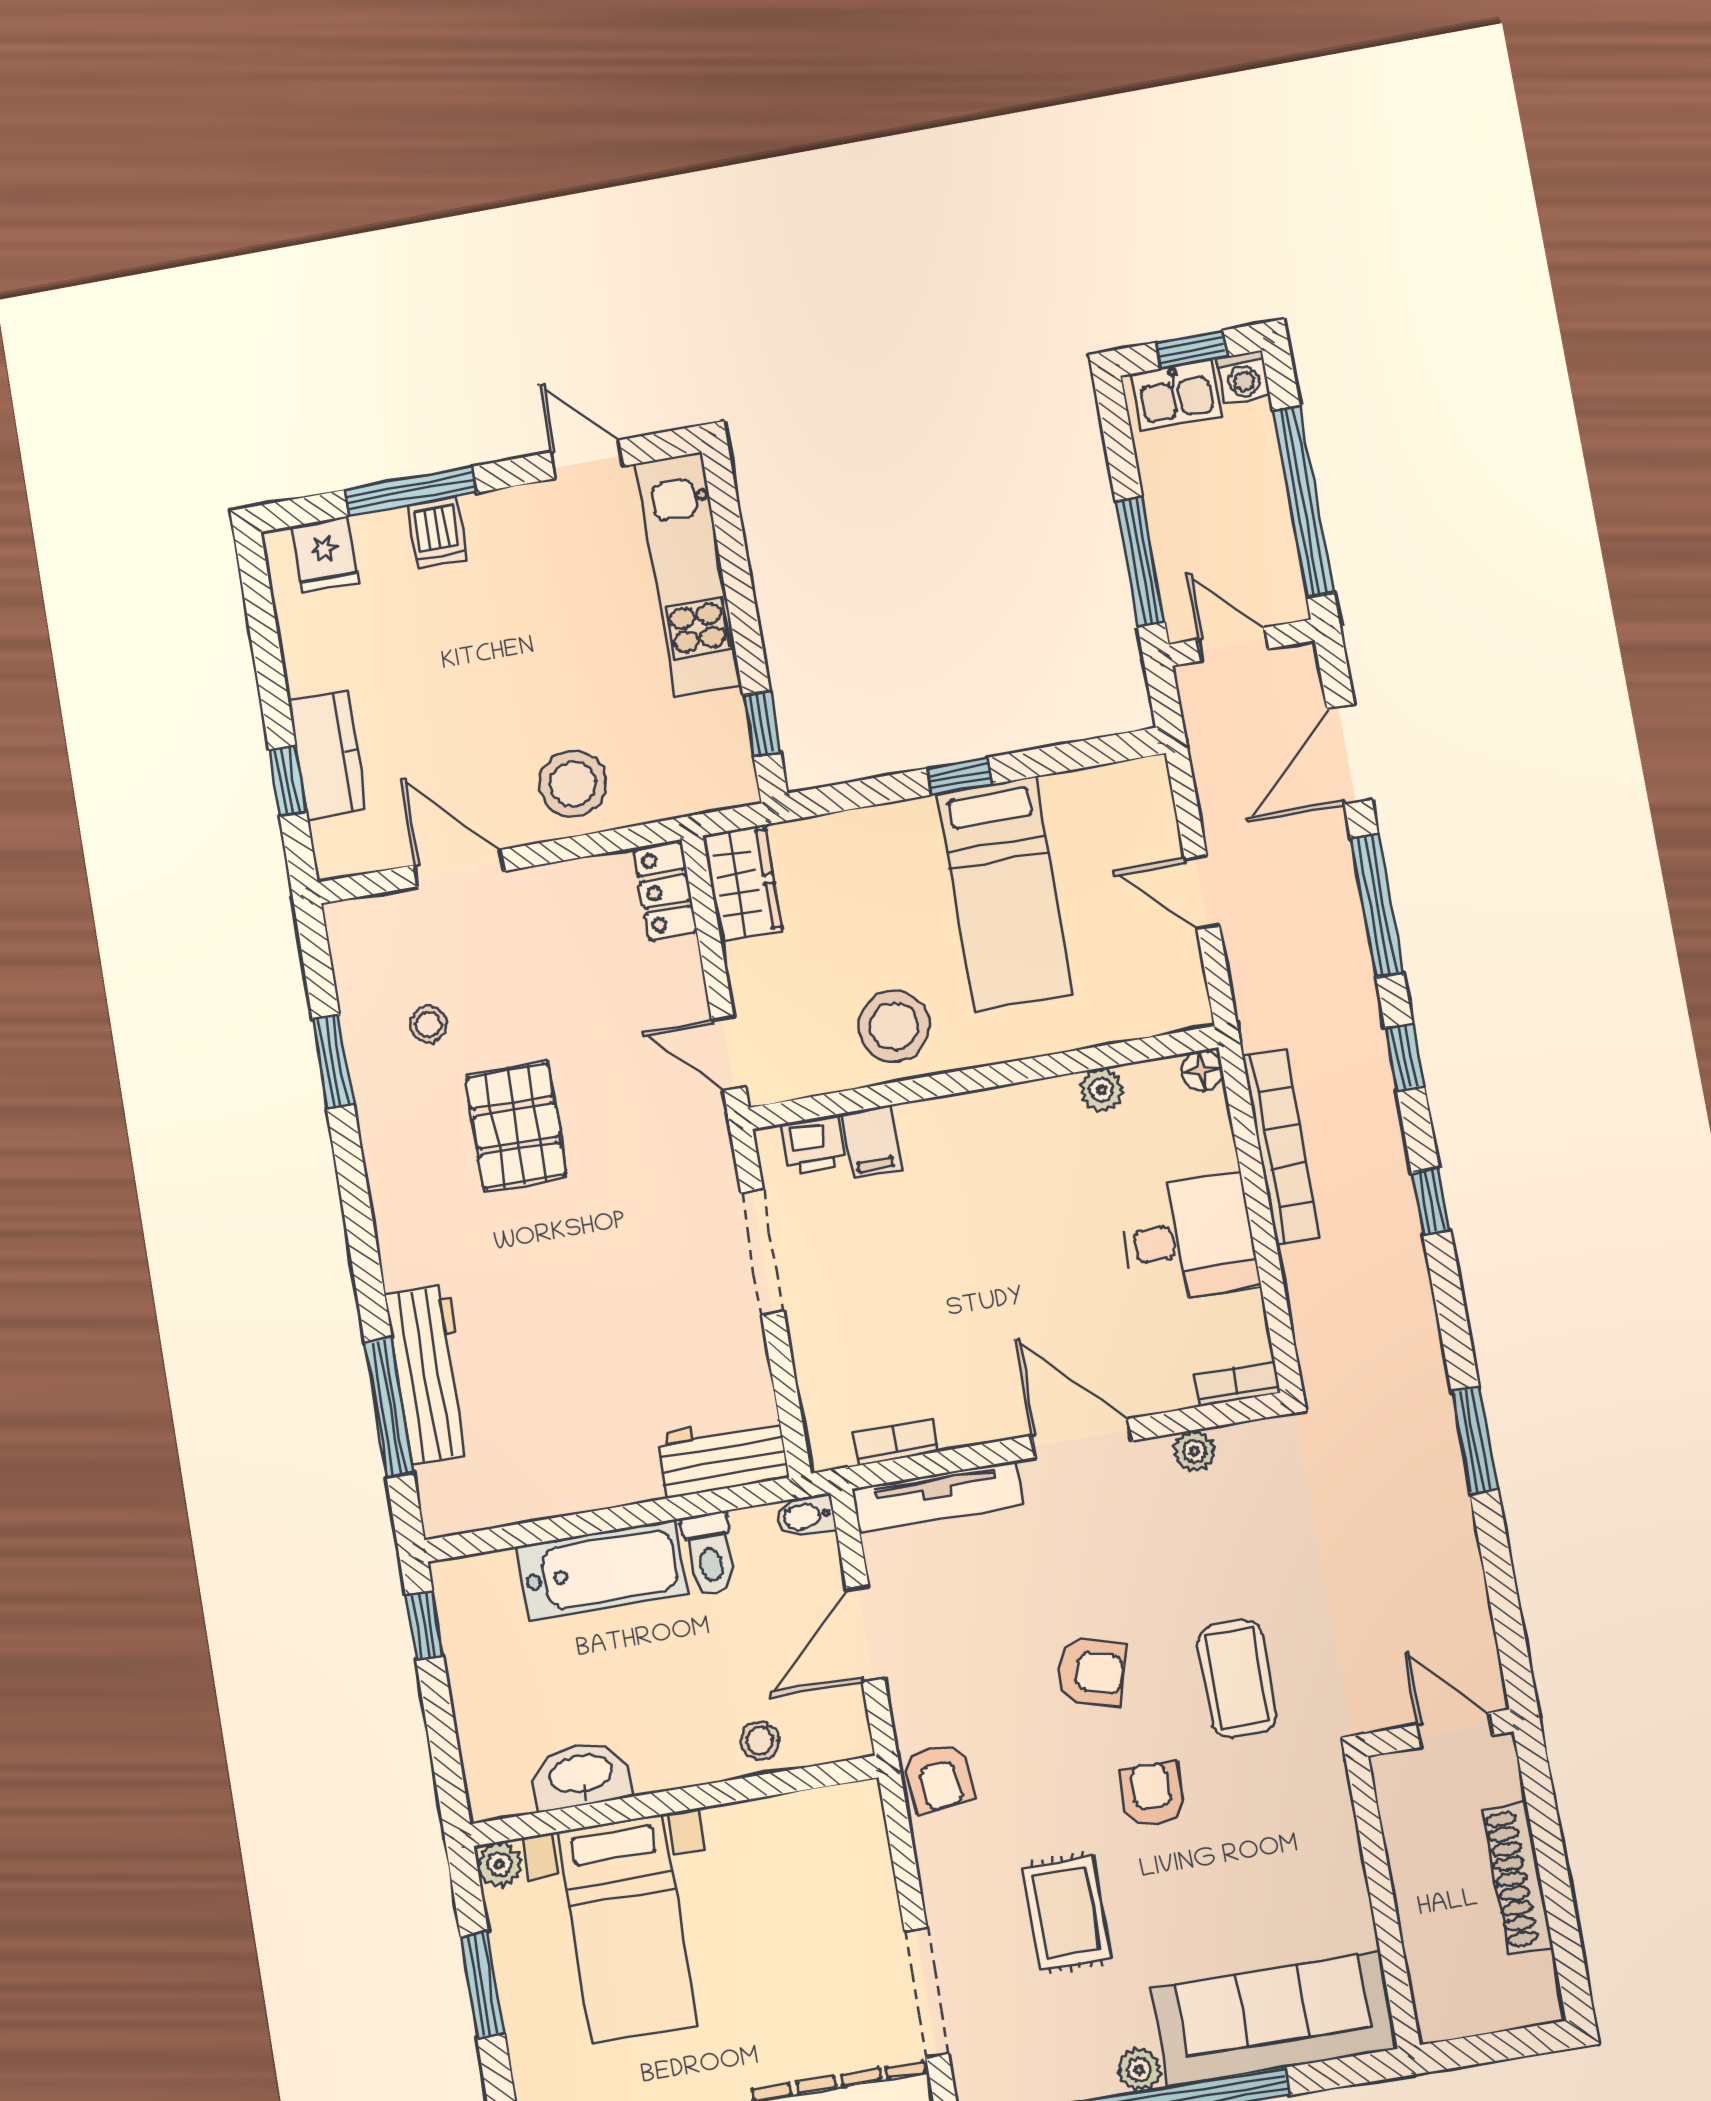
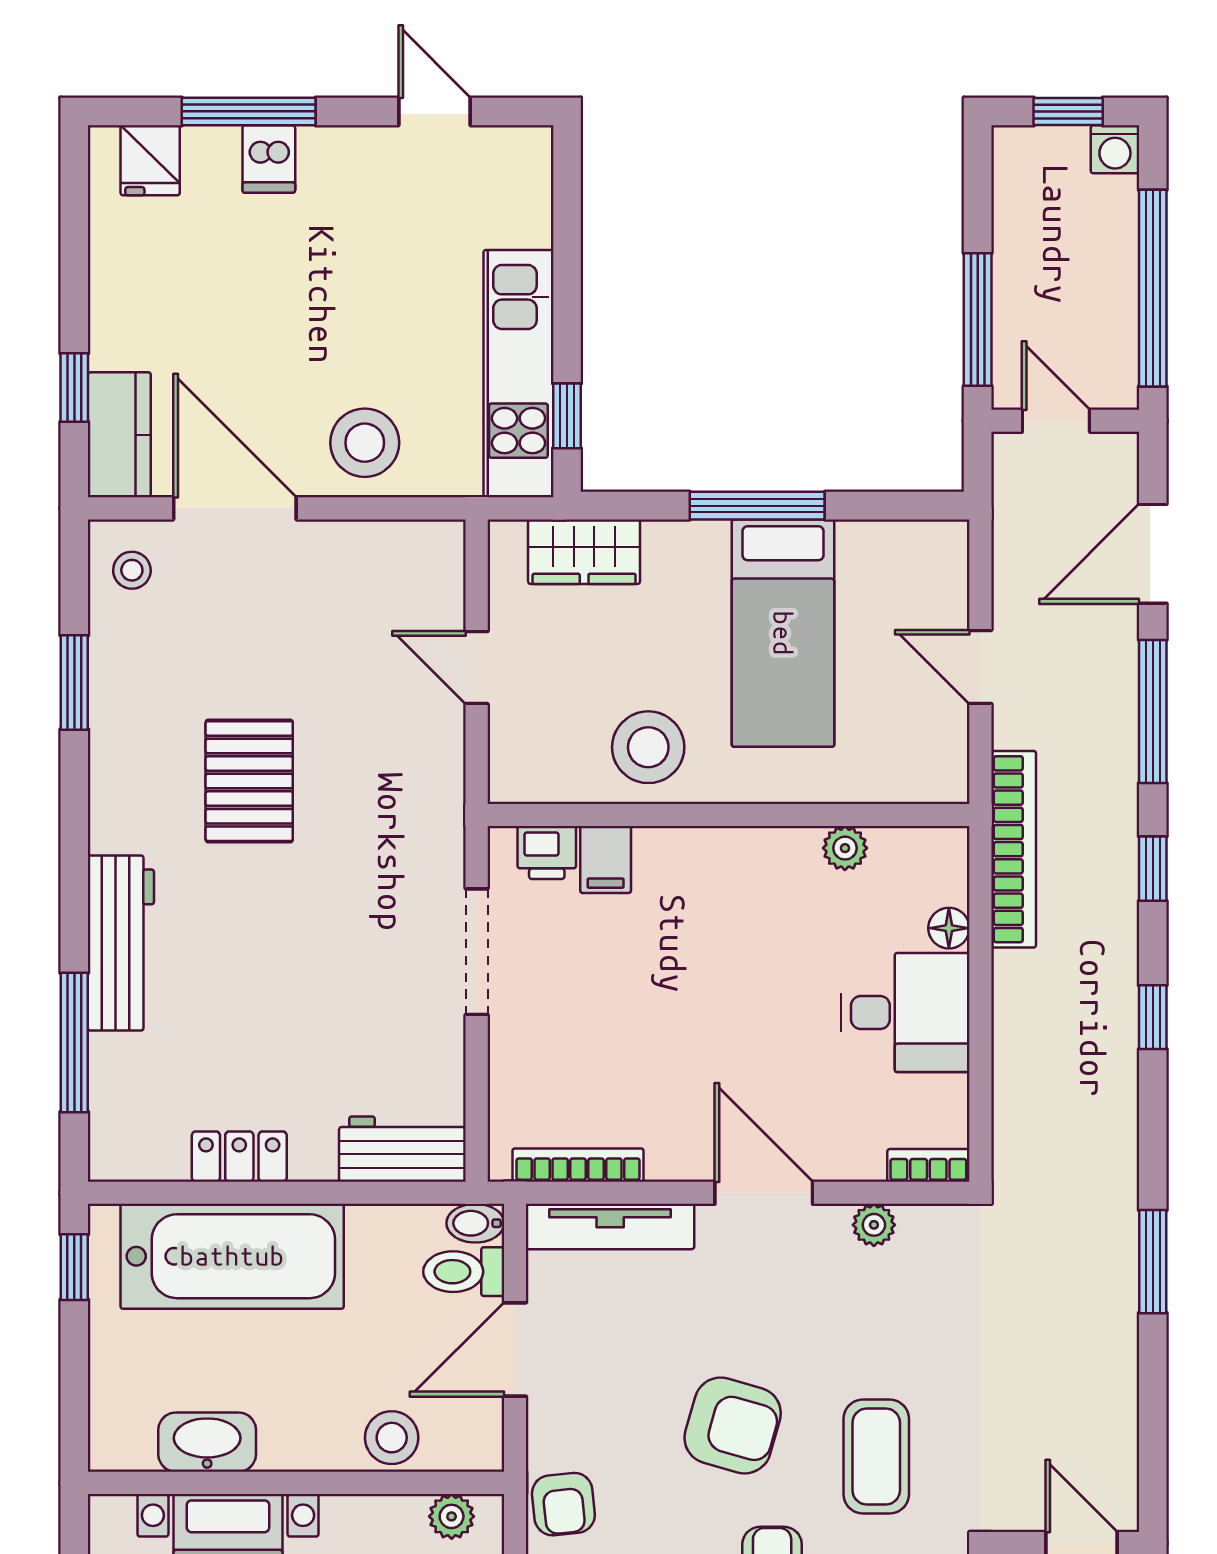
kitchen sink: (1176, 395) -> (1045, 156), removed
kitchen unit: (688, 574) -> (518, 374), moved
kitchen counter: (327, 755) -> (119, 435), moved
window: (959, 776) -> (757, 506), width x2.17
door: (459, 868) -> (235, 508), width x1.36
wardrobe: (743, 883) -> (584, 552), moved, turned 90
locker: (665, 891) -> (239, 1157), moved, turned 90
stool: (428, 1024) -> (132, 570), moved
door: (729, 1053) -> (477, 668), moved
floor lamp: (1202, 1070) -> (949, 928), moved
bookcase: (1281, 1147) -> (1014, 849), moved
workbench: (430, 1374) -> (121, 943), moved
bookcase: (896, 1442) -> (578, 1165), width x1.56
toilet: (709, 1554) -> (464, 1272), moved, turned 90
bathtub: (602, 1570) -> (232, 1256), width x1.36, depth x1.36
armchair: (1091, 1672) -> (733, 1425), width x1.38, depth x1.38
stool: (760, 1740) -> (392, 1438), width x1.37, depth x1.37
plant: (499, 1864) -> (452, 1516), moved

